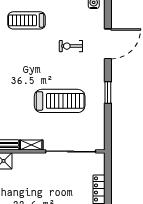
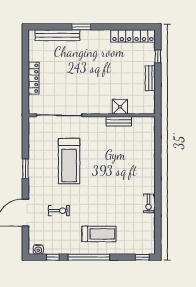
treadmill: (60, 101) -> (69, 161), turned -90
shelving: (31, 145) -> (95, 121), removed

